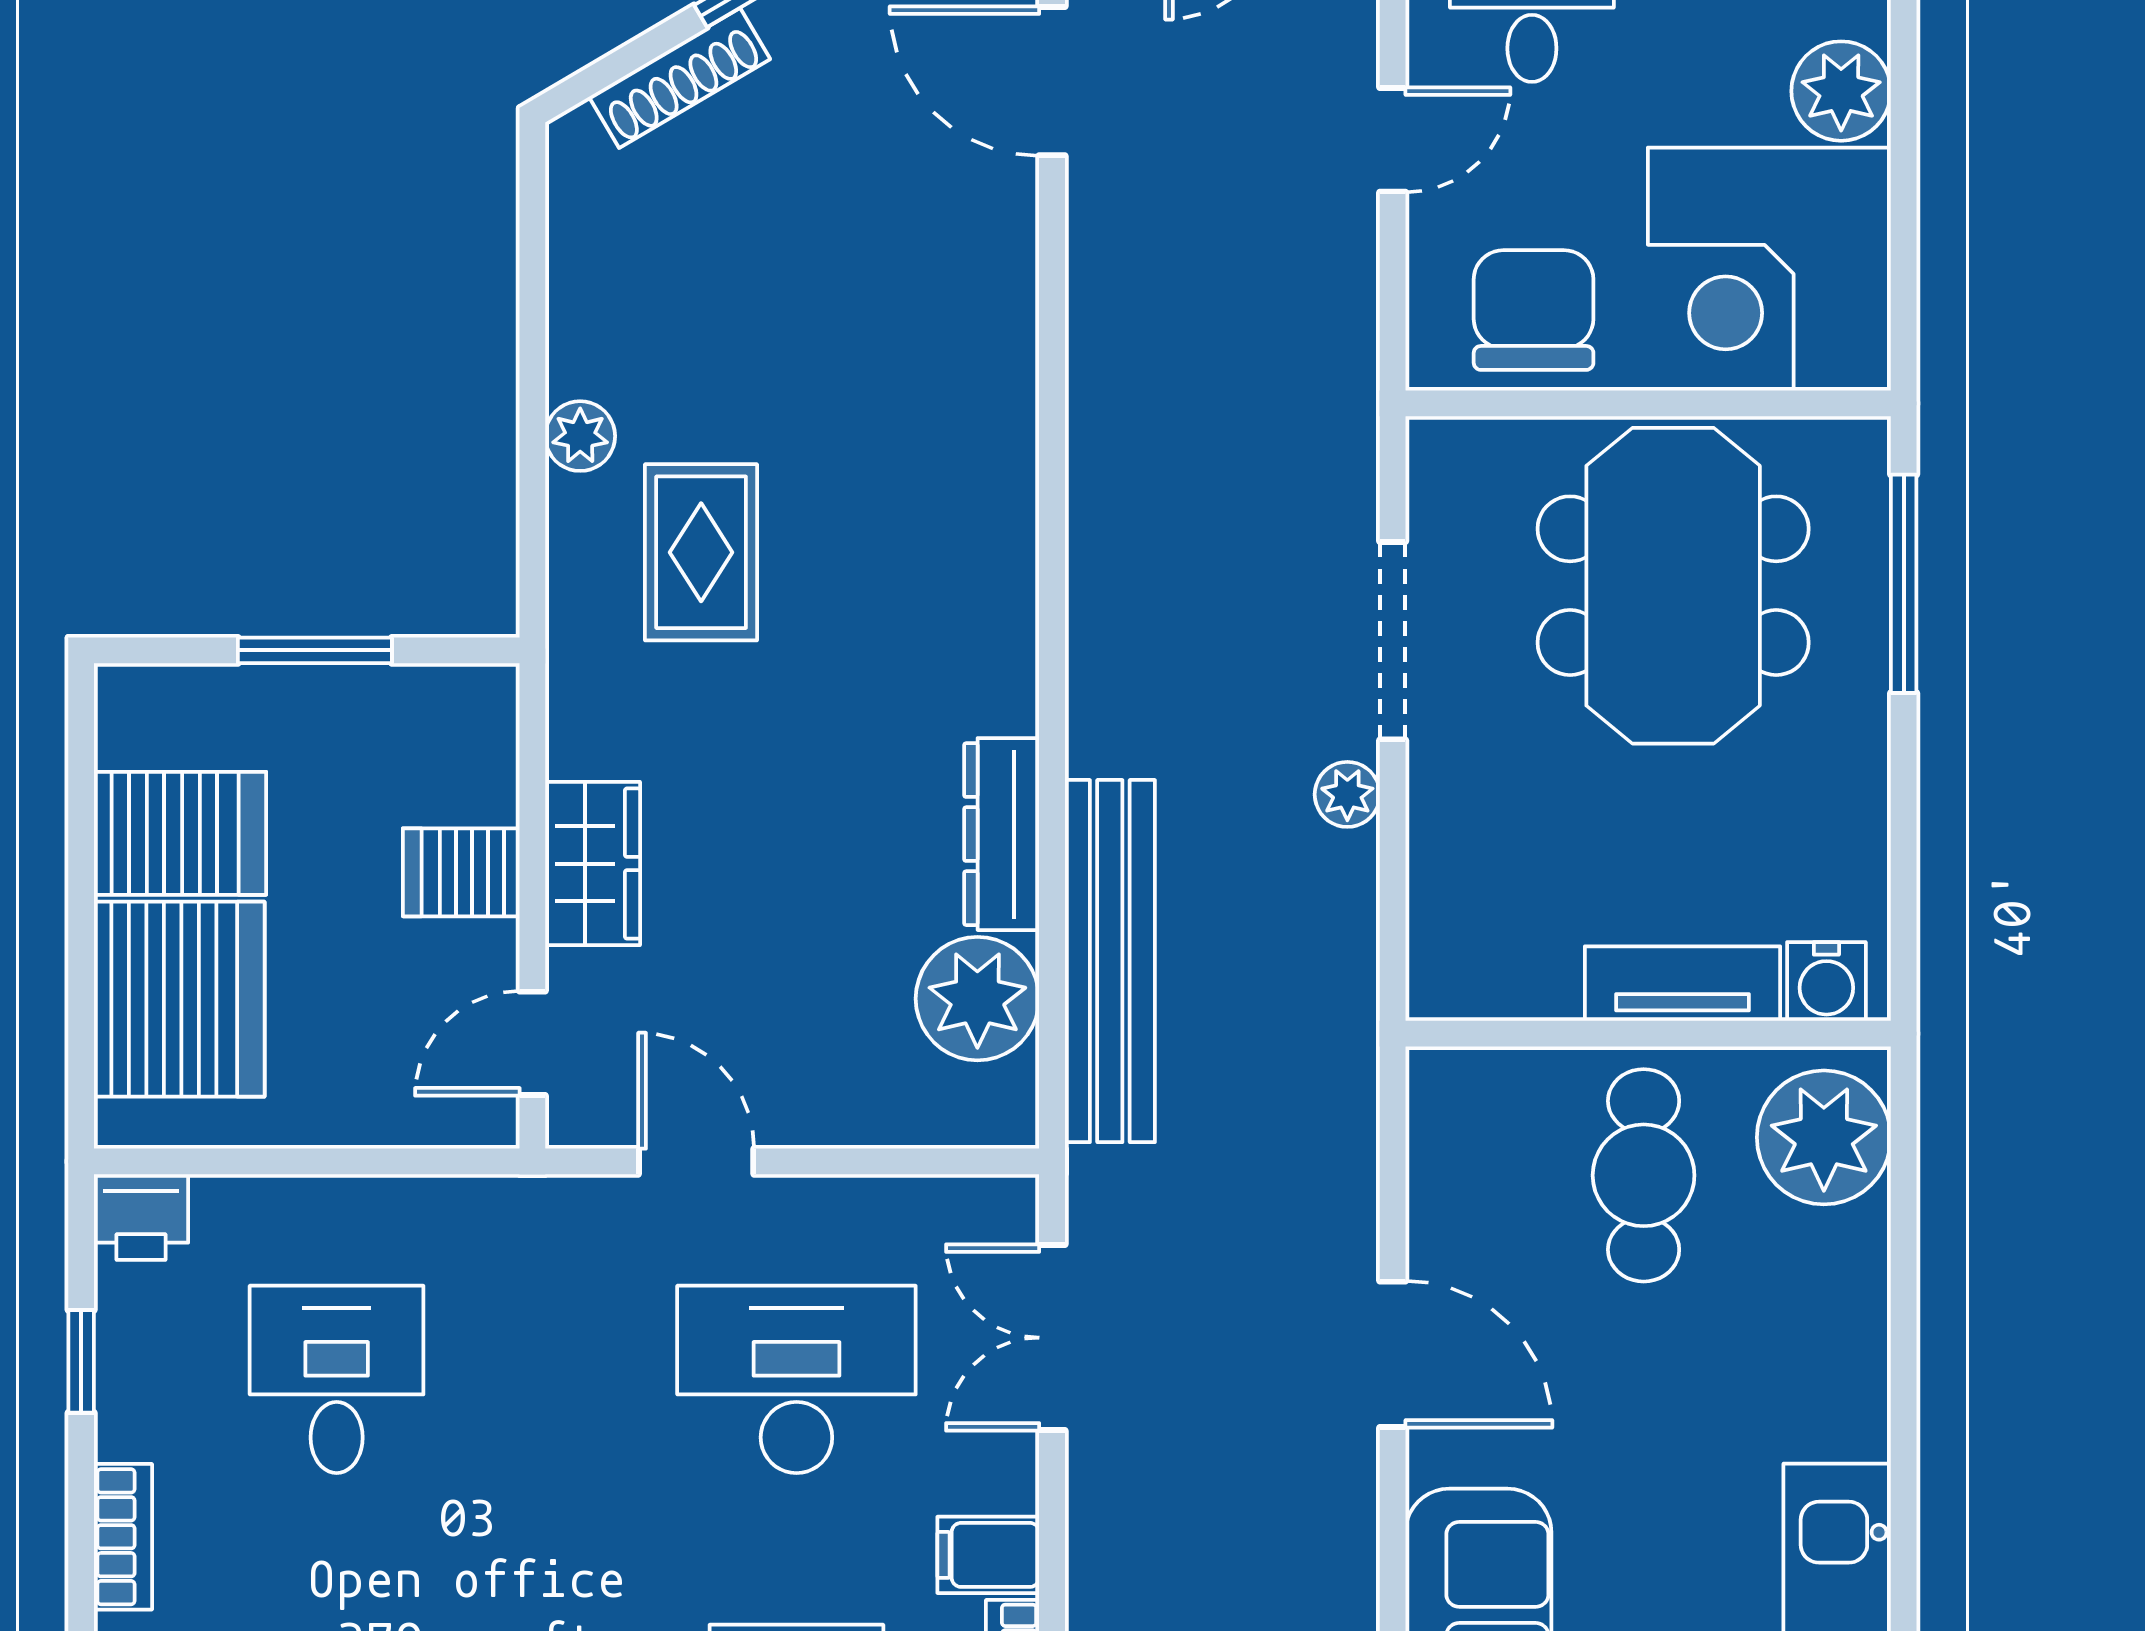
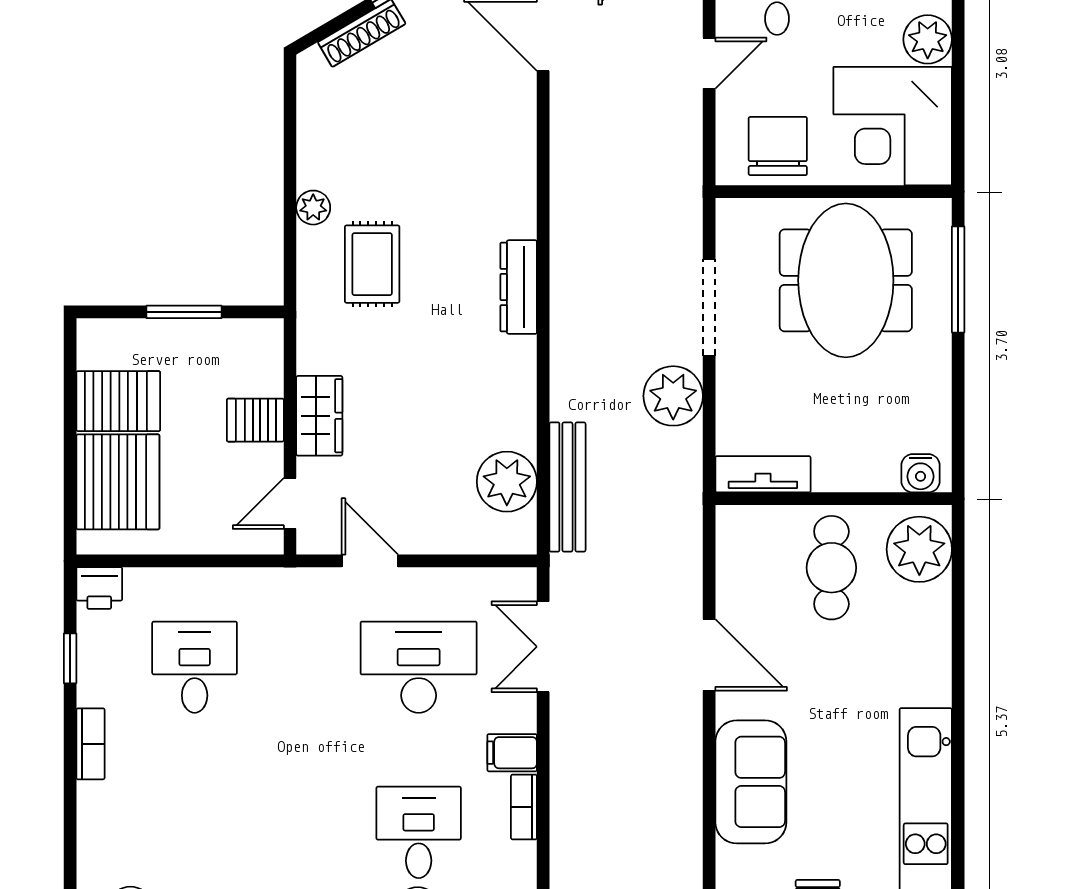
plant: (1347, 794) -> (673, 396), width x1.87, depth x1.87
dresser: (1002, 834) -> (519, 287), moved
bench: (1110, 961) -> (567, 487), width x0.73, depth x0.82
tv unit: (1683, 984) -> (763, 474), moved

